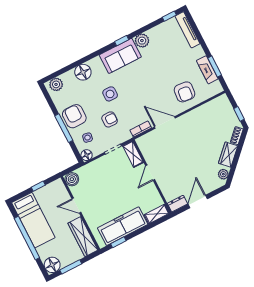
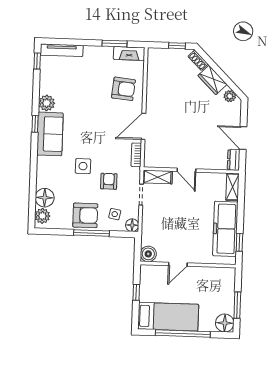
fireplace: (207, 70) -> (129, 53), moved
floor lamp: (83, 72) -> (45, 198), moved
armchair: (74, 116) -> (85, 215), turned 180
wardrobe: (83, 237) -> (213, 275), removed

